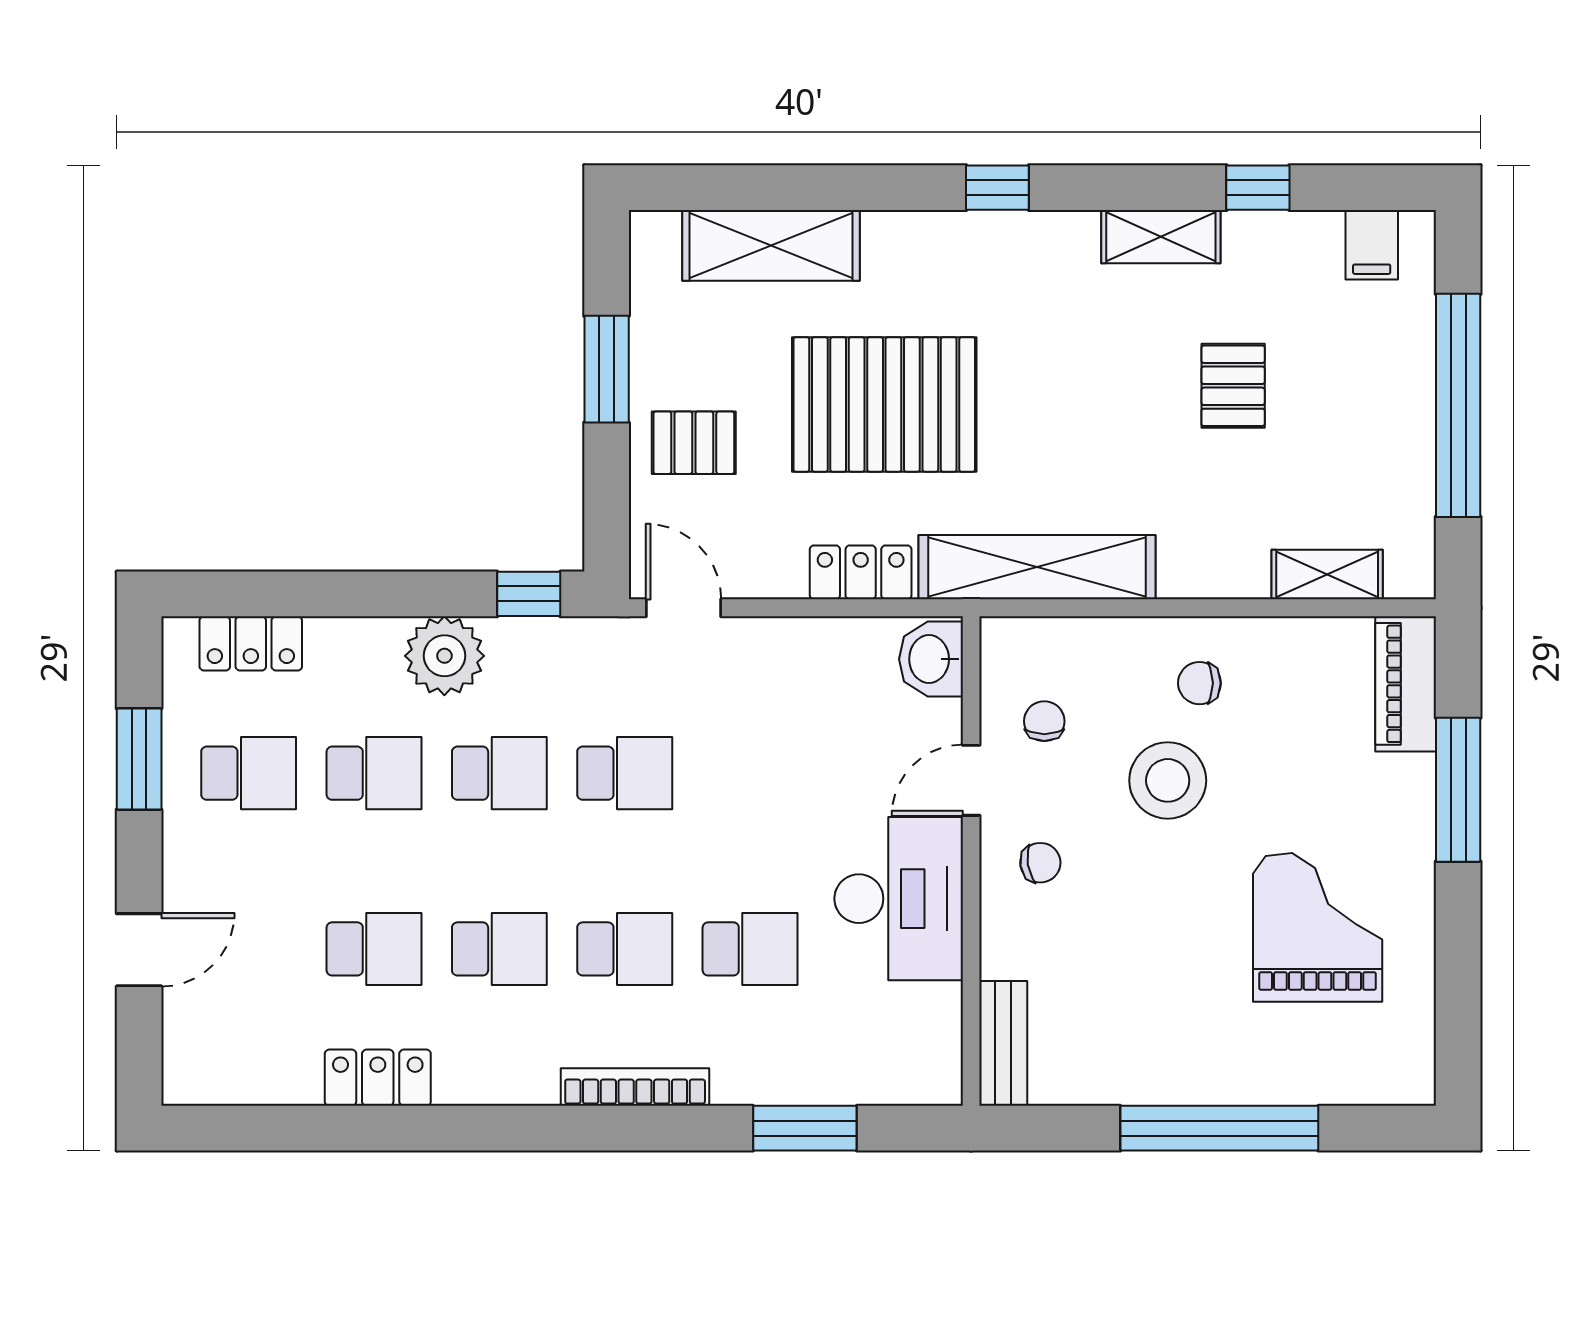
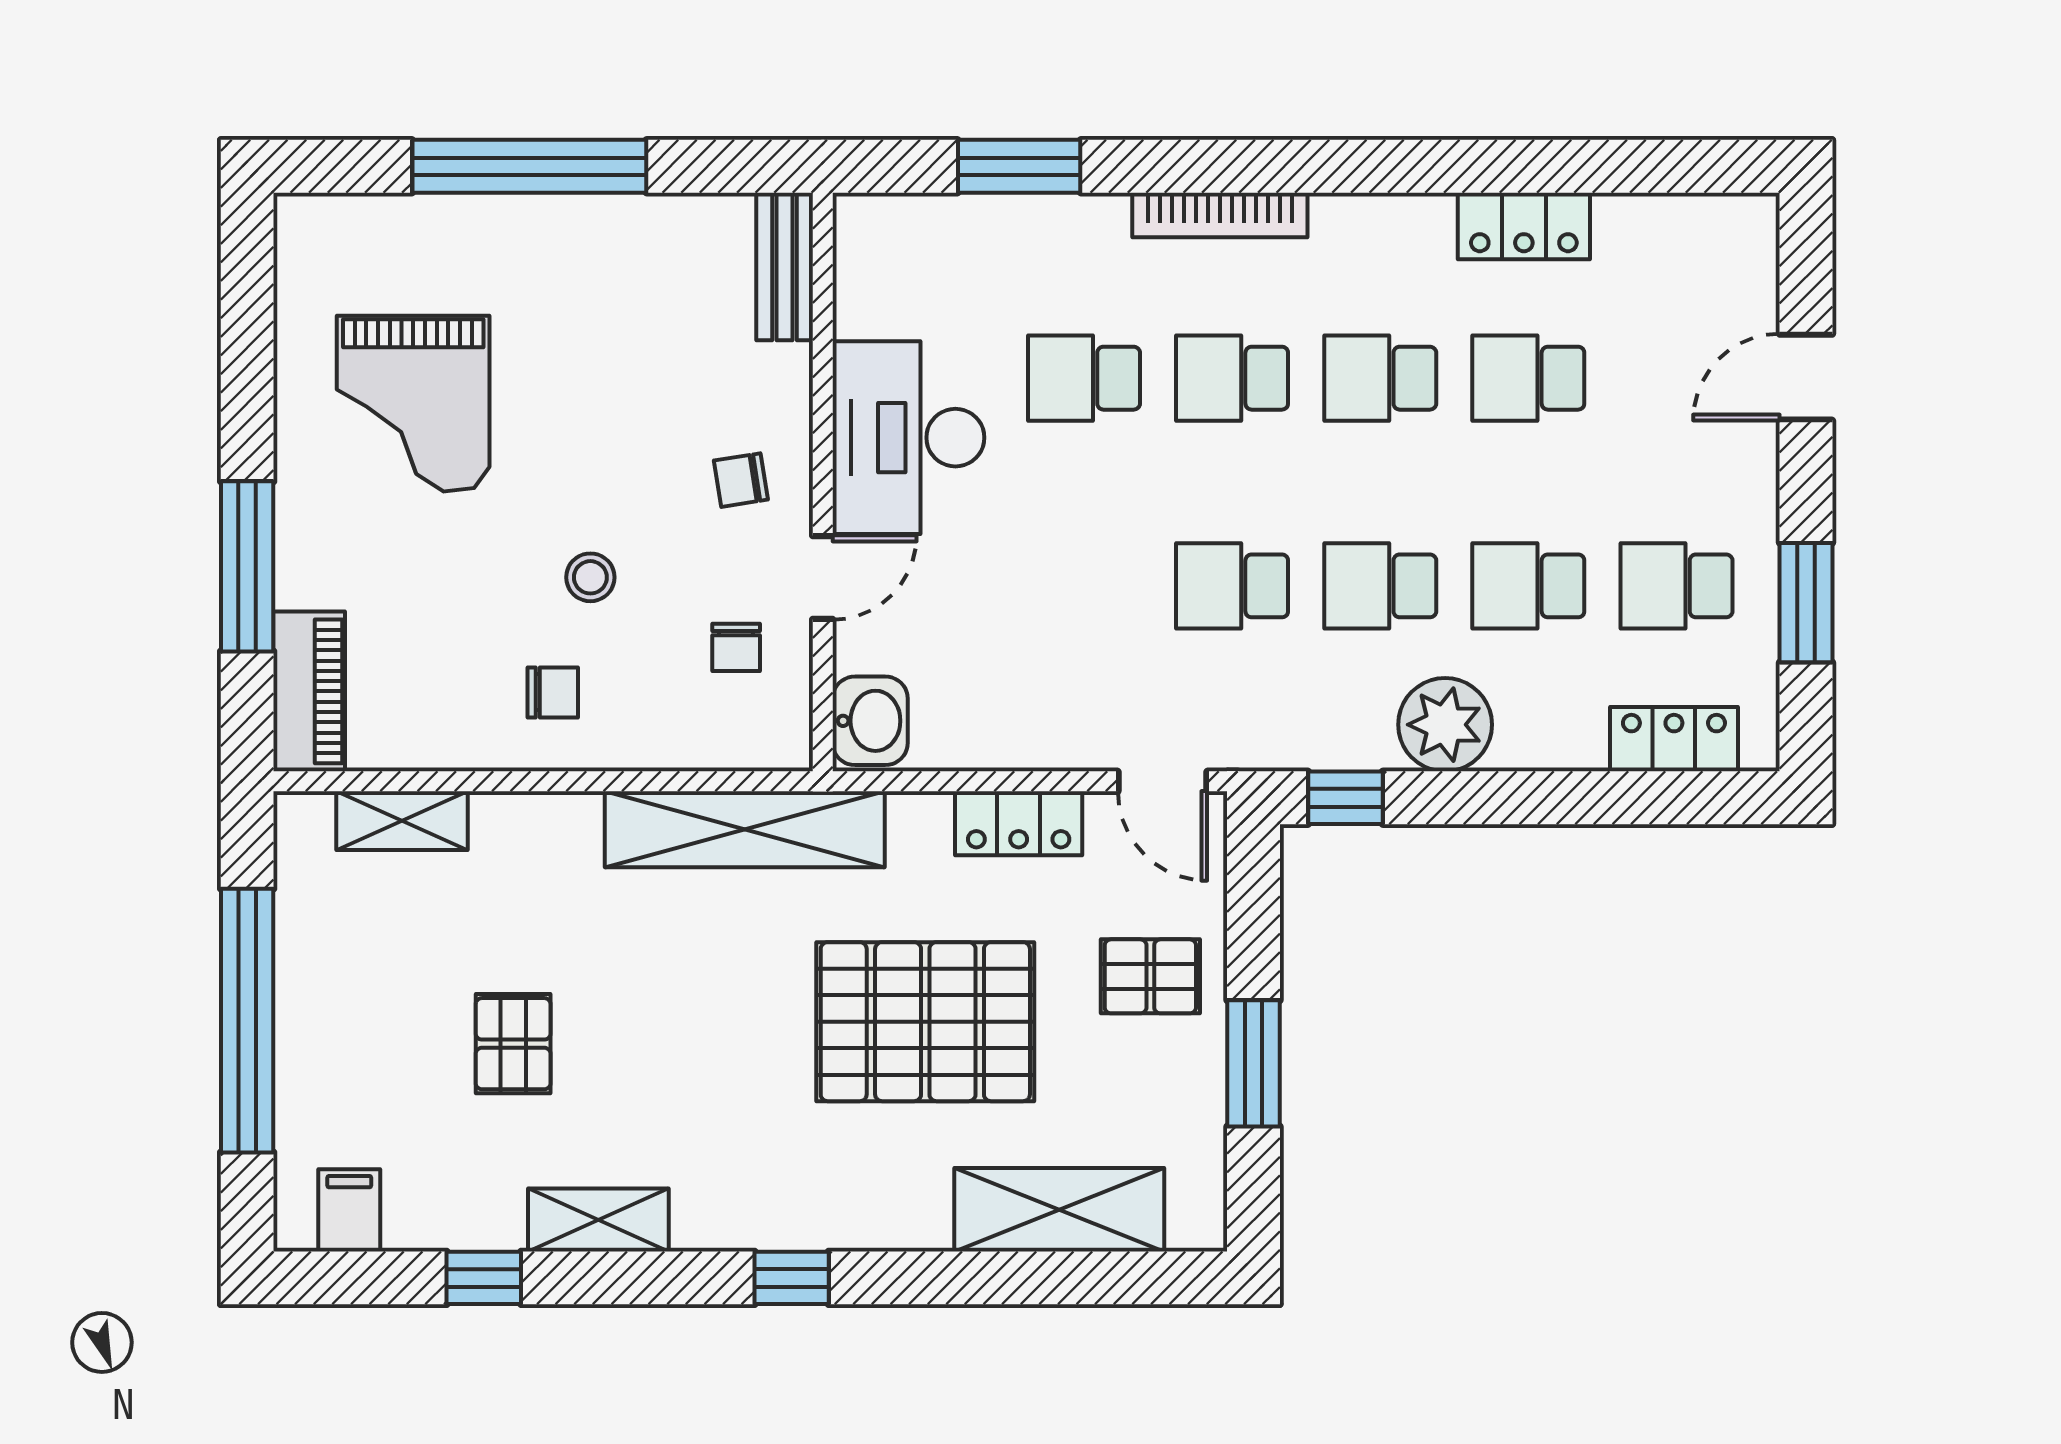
locker: (861, 572) -> (1019, 823), moved
stool: (1168, 780) -> (590, 577), width x0.53, depth x0.53

